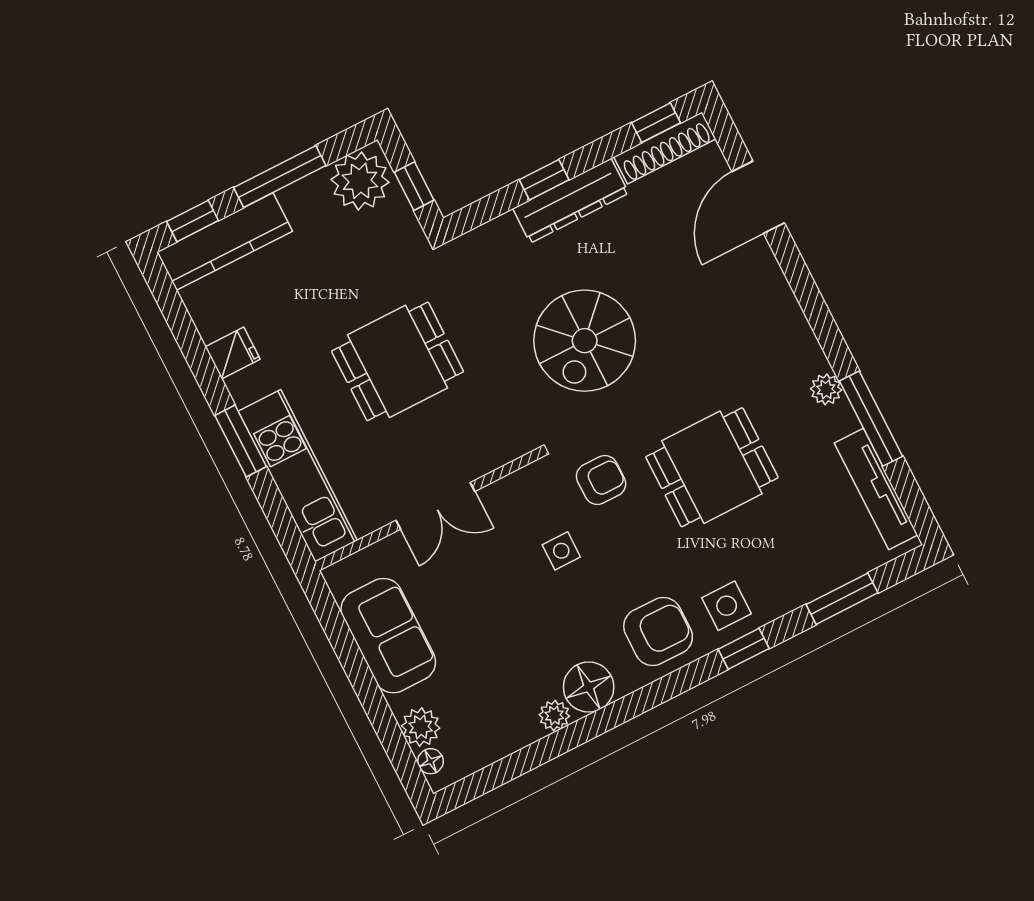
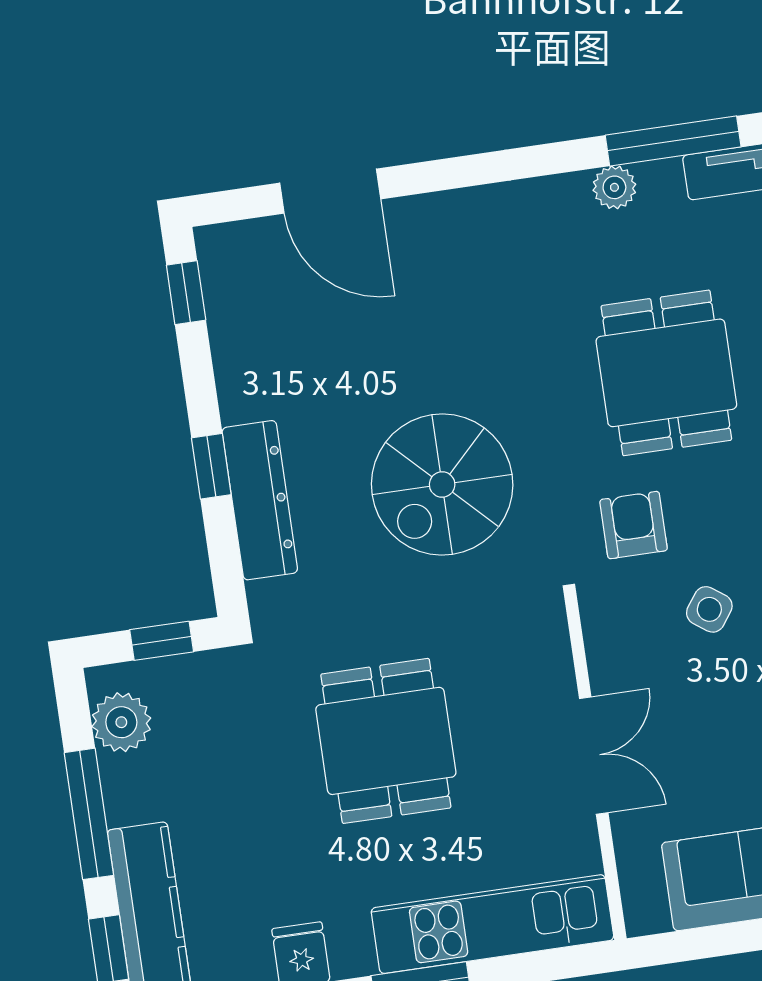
shoe rack: (665, 148) -> (223, 292), removed
plant: (360, 181) -> (121, 722), width x0.73, depth x0.73
dresser: (571, 201) -> (260, 500), moved
spiral stairs: (585, 341) -> (442, 484), turned 90
side table: (561, 551) -> (709, 609), turned 36

